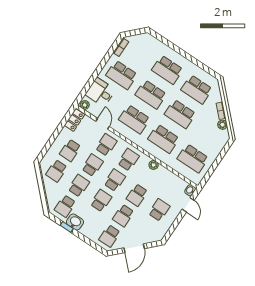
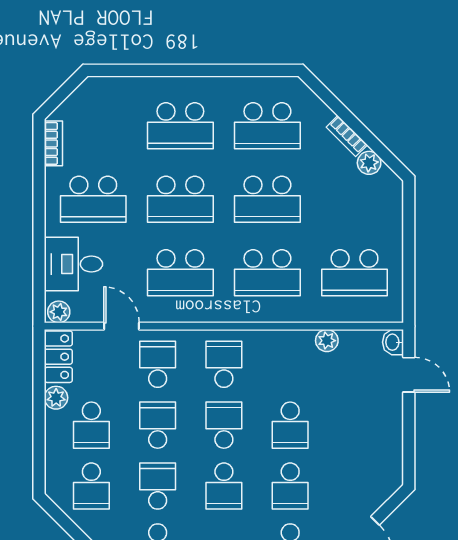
plant: (64, 133) -> (56, 398), added
plant: (154, 165) -> (327, 341), moved
school desk: (101, 201) -> (224, 486), turned 180
school desk: (159, 210) -> (356, 425), removed

